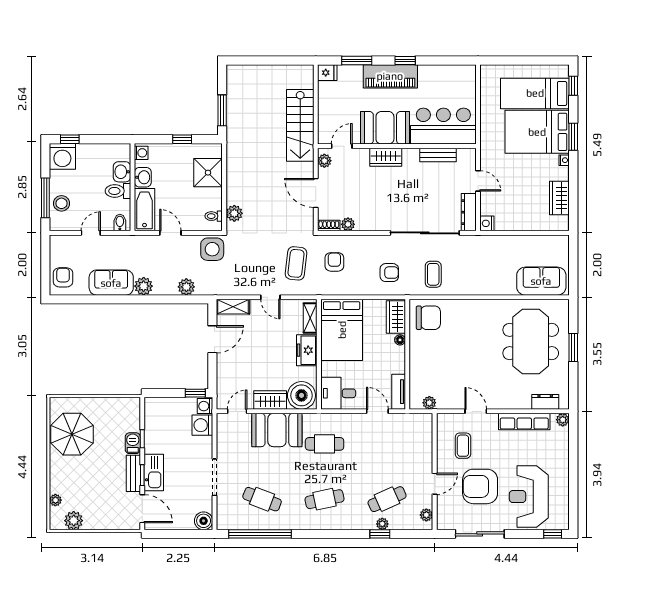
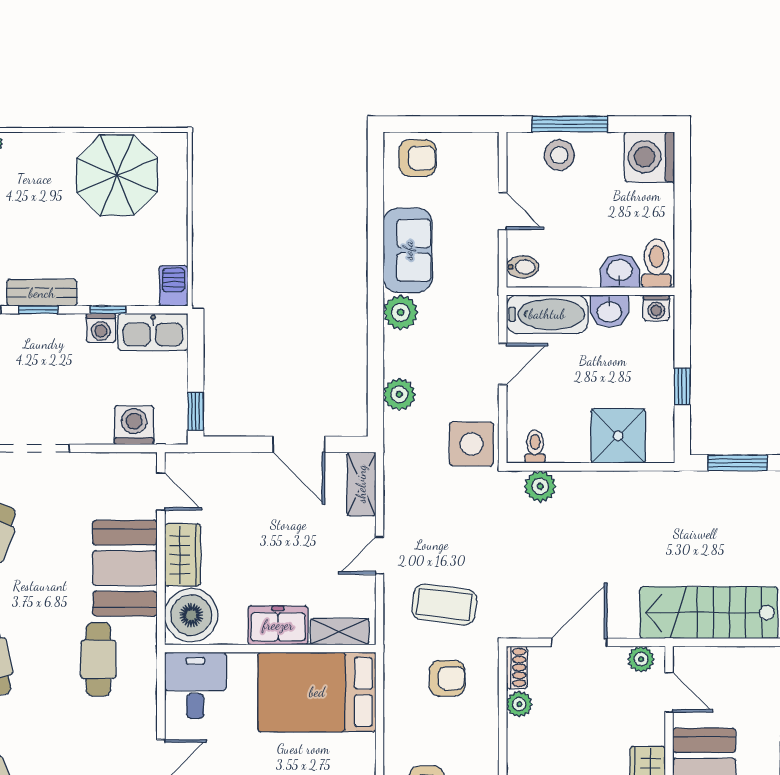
window: (70, 139) -> (682, 171), removed
toilet: (118, 191) -> (657, 263), moved
washing machine: (205, 406) -> (101, 328), moved, turned 180
barbecue: (133, 443) -> (174, 286), moved, turned -90
kitchen sink: (154, 473) -> (153, 332), moved

